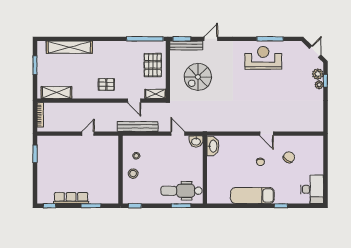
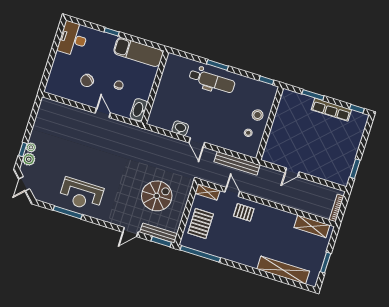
pallet: (106, 84) -> (244, 212), moved
washbasin: (213, 146) -> (139, 110), moved
wall: (205, 170) -> (155, 87), moved

